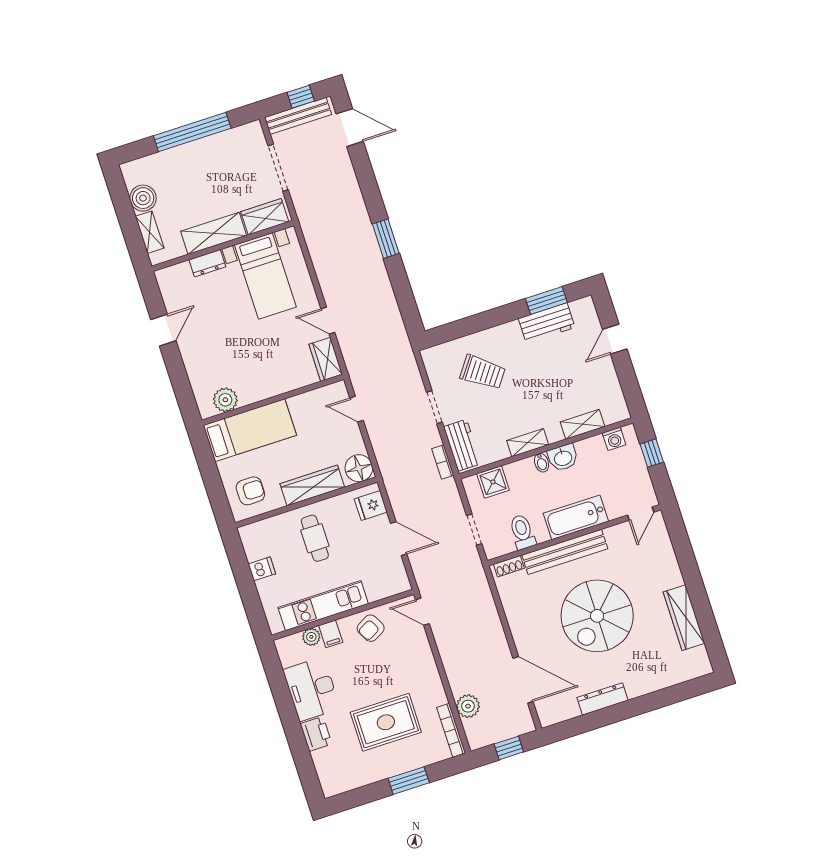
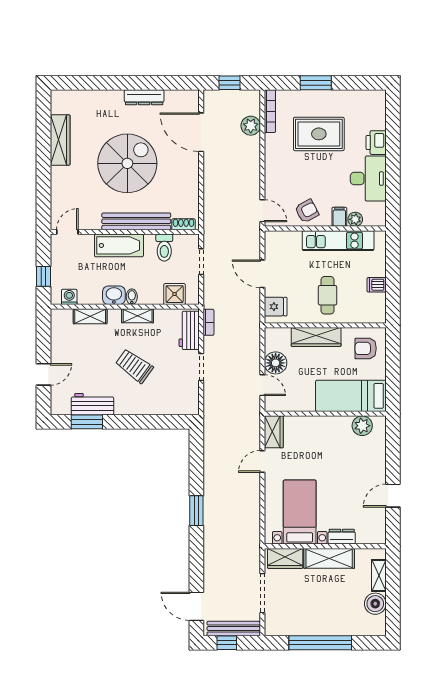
door: (328, 321) -> (262, 461), swing flipped
trolley: (483, 372) -> (134, 366), moved
floor lamp: (359, 468) -> (276, 363), moved

